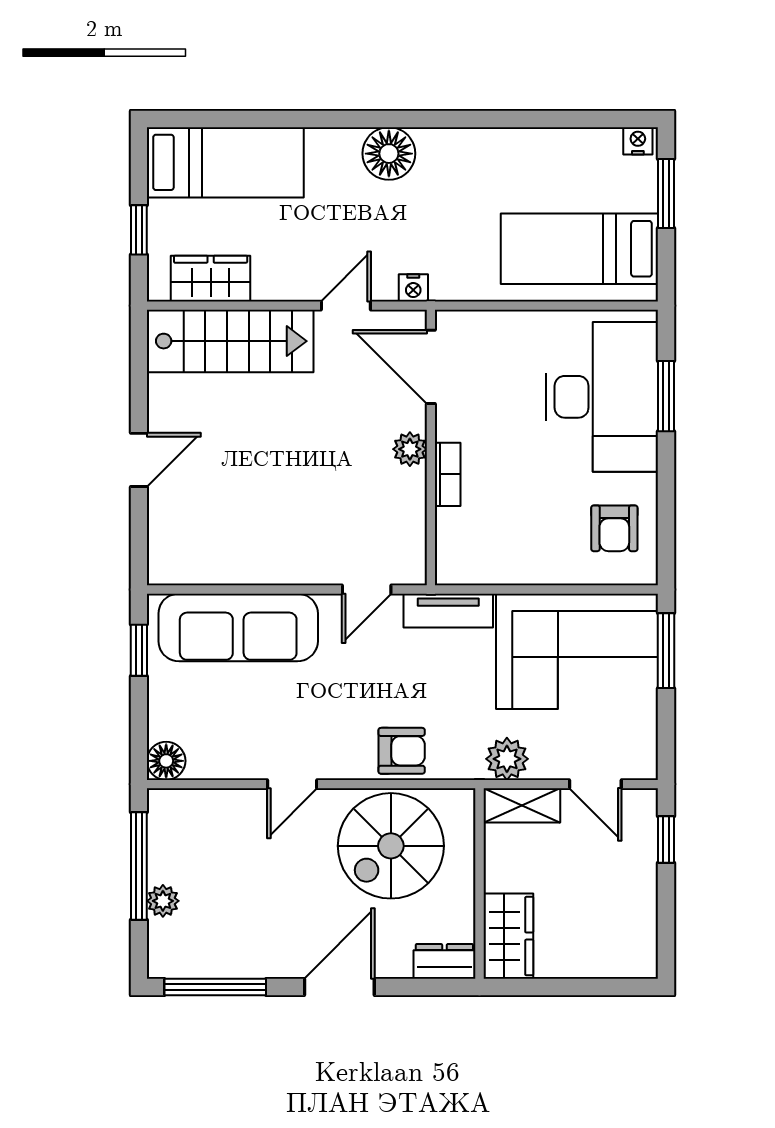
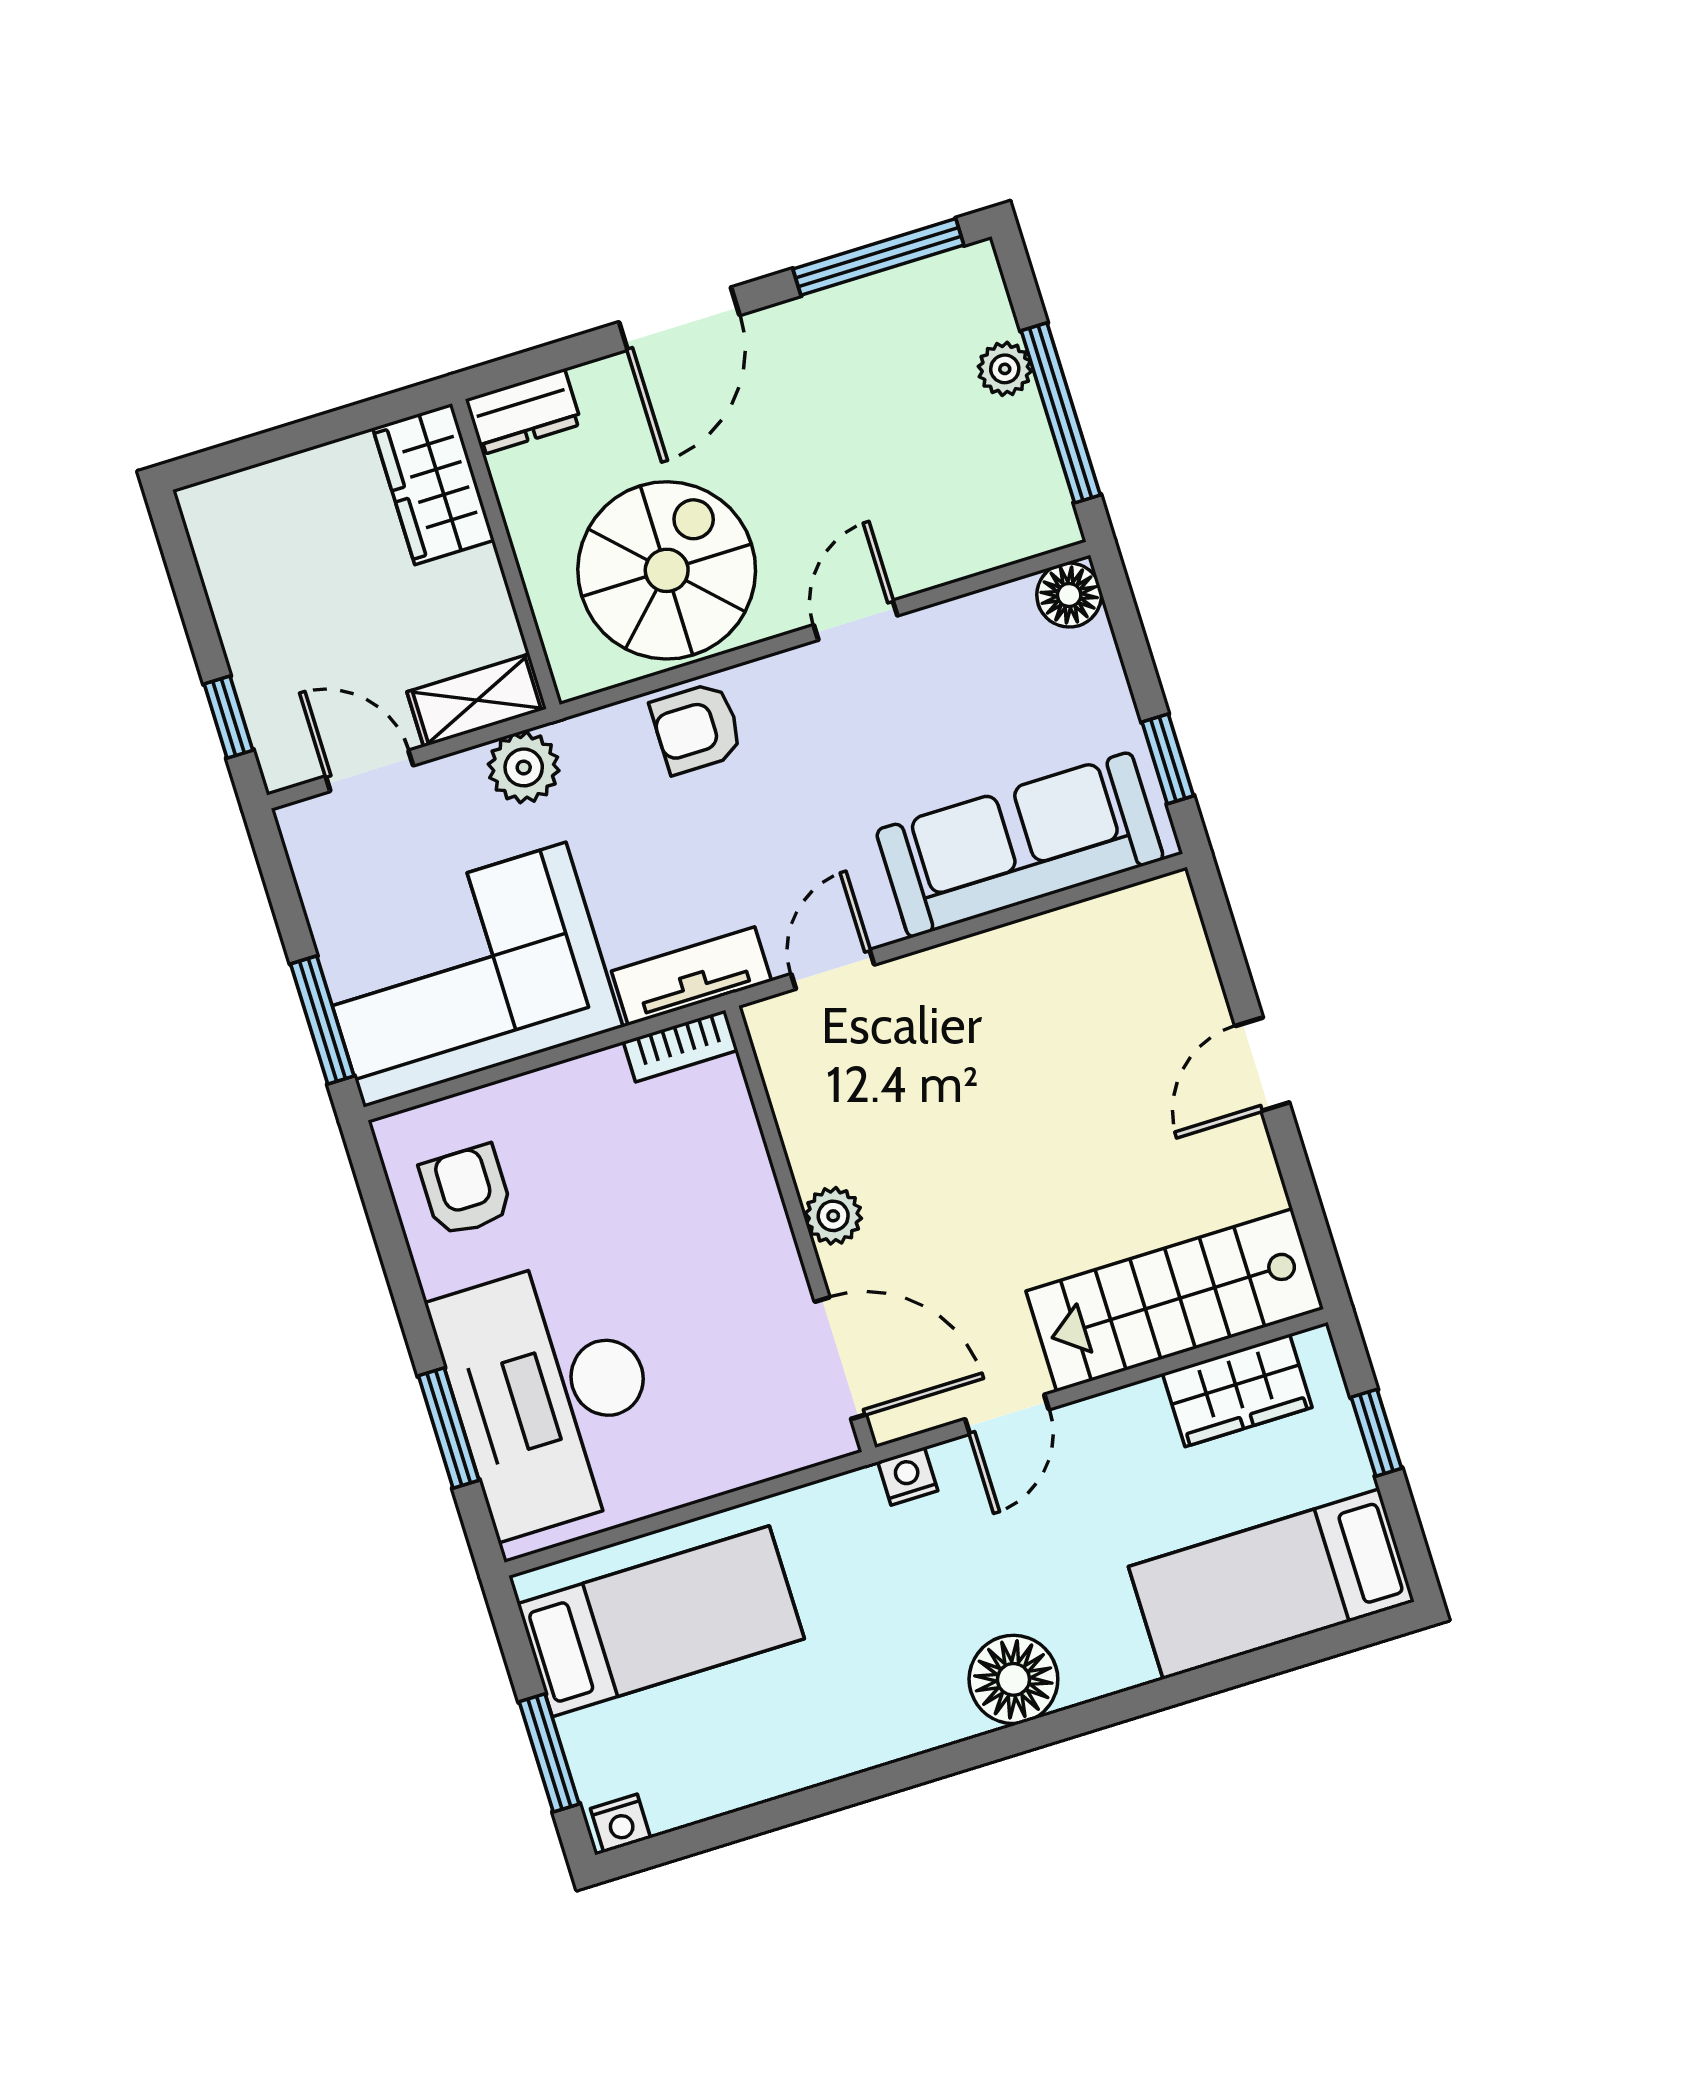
bookcase: (448, 474) -> (680, 1046), moved, turned -90

